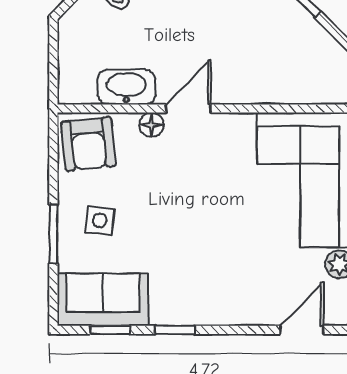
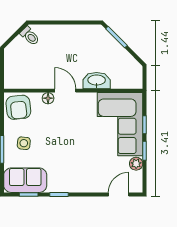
washbasin: (126, 87) -> (97, 81), moved
door: (188, 109) -> (65, 91), hinge flipped

